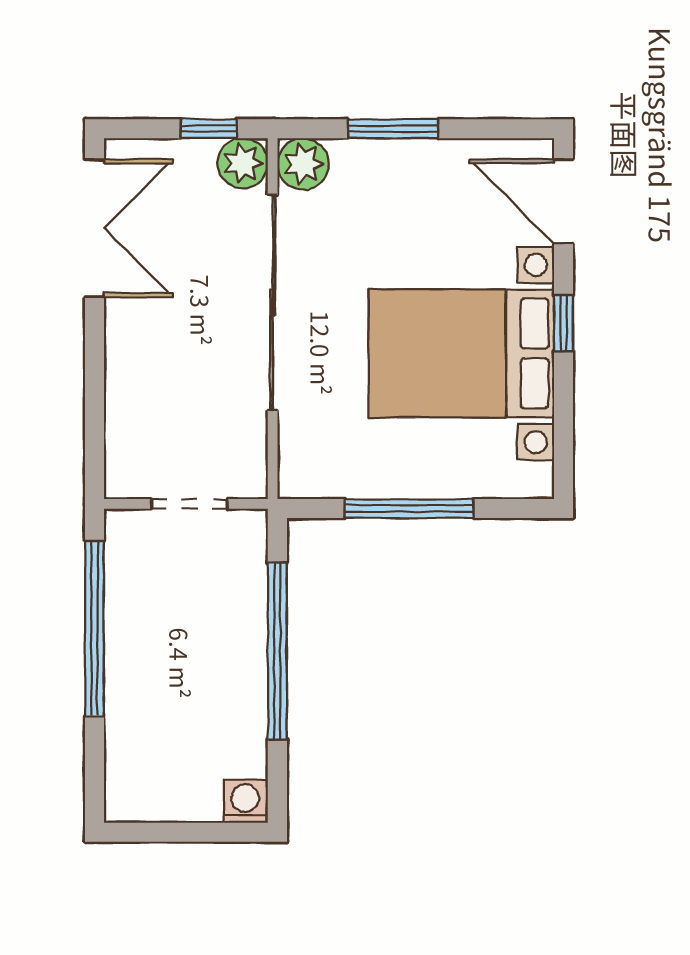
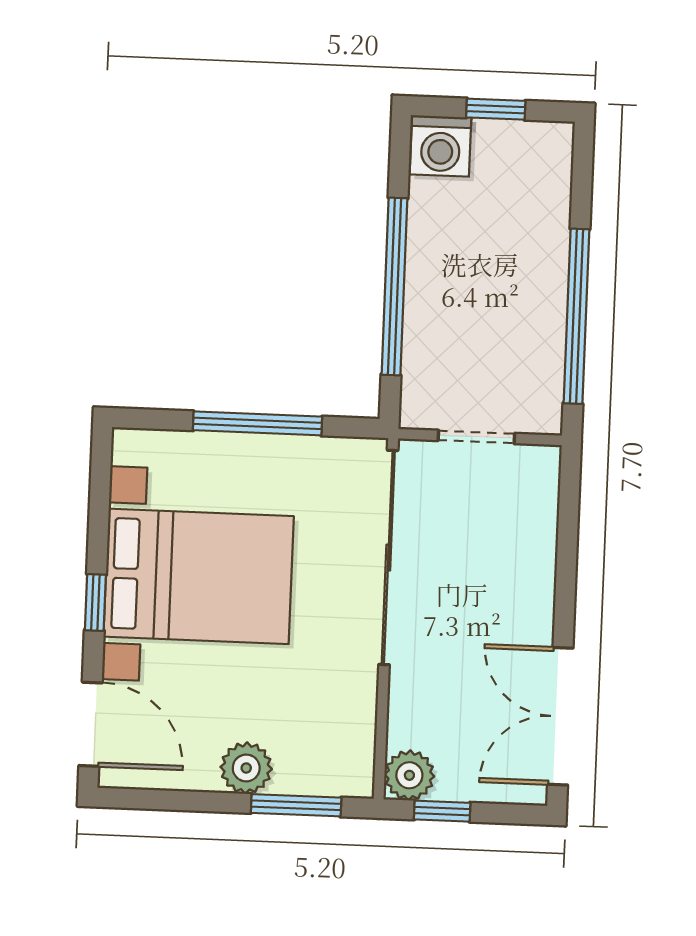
window: (393, 129) -> (296, 805), moved
plant: (303, 164) -> (246, 768), moved
sliding door: (273, 303) -> (388, 558), moved
washing machine: (245, 801) -> (441, 146), width x1.38, depth x1.38
window: (183, 832) -> (496, 109), added

